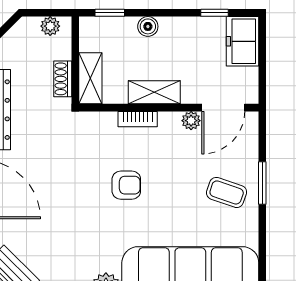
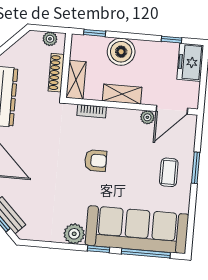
boiler: (148, 26) -> (121, 52), width x1.86, depth x1.86
shoe rack: (63, 79) -> (56, 73), width x1.43
bookcase: (138, 119) -> (92, 111), moved
coffee table: (227, 192) -> (169, 172), turned 71

